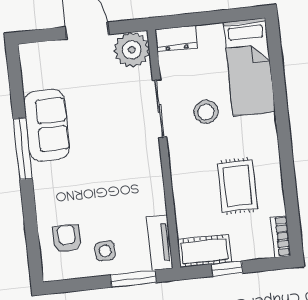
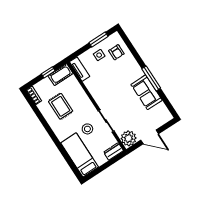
window: (133, 279) -> (99, 40), moved

